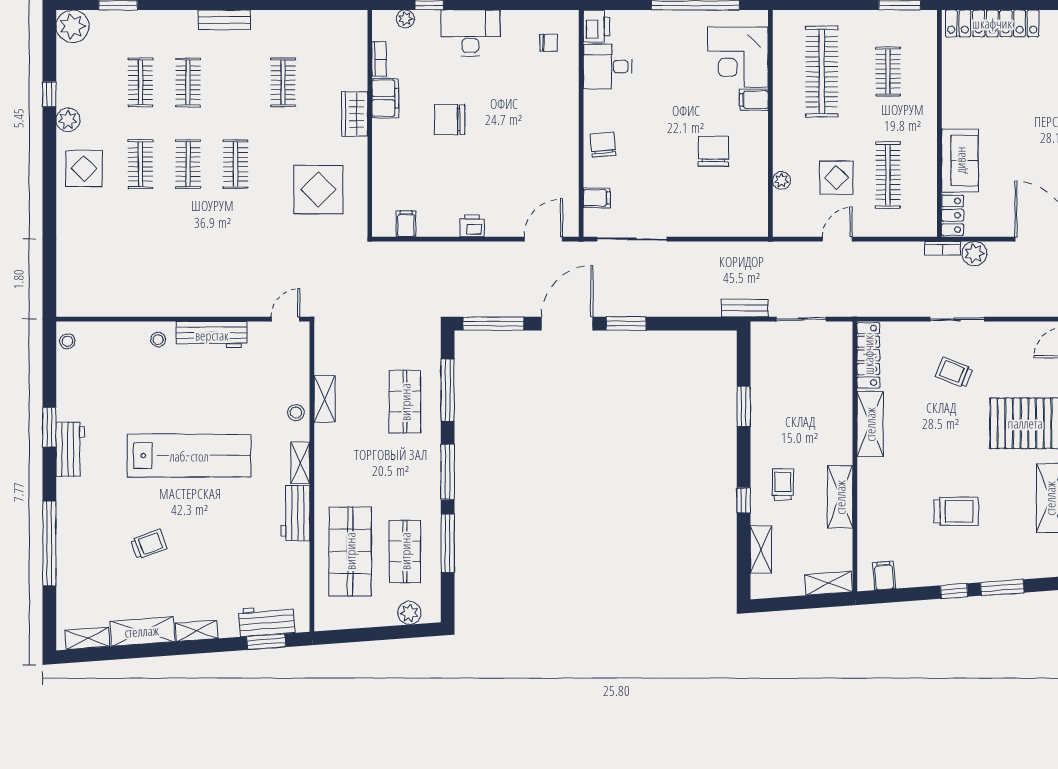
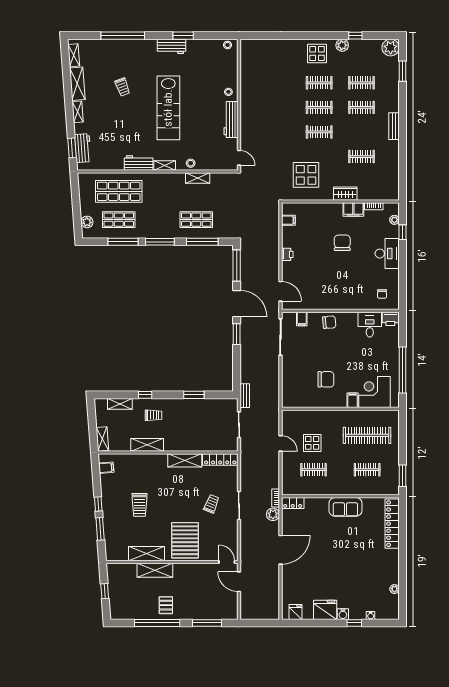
sofa: (960, 160) -> (345, 507), moved
clothes rail: (888, 175) -> (314, 470), width x0.73
plant: (781, 181) -> (311, 415), removed

